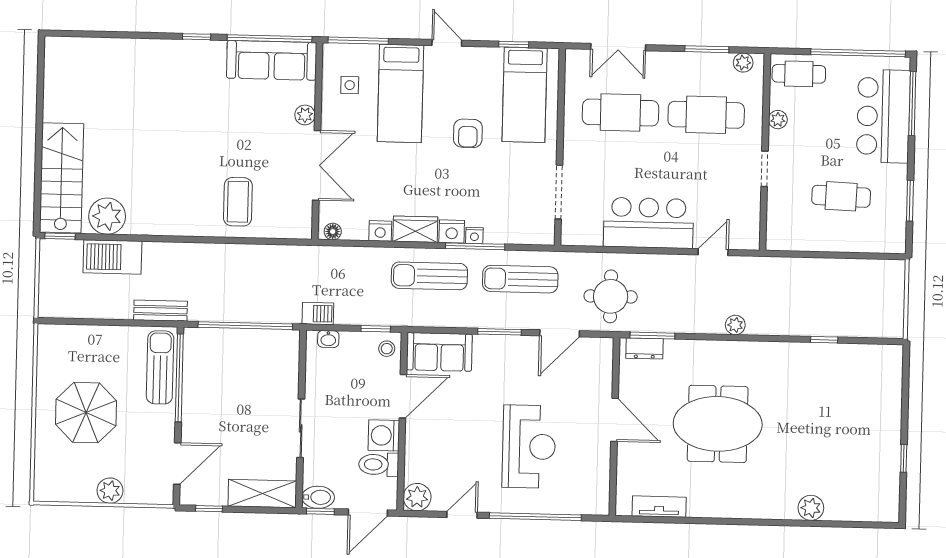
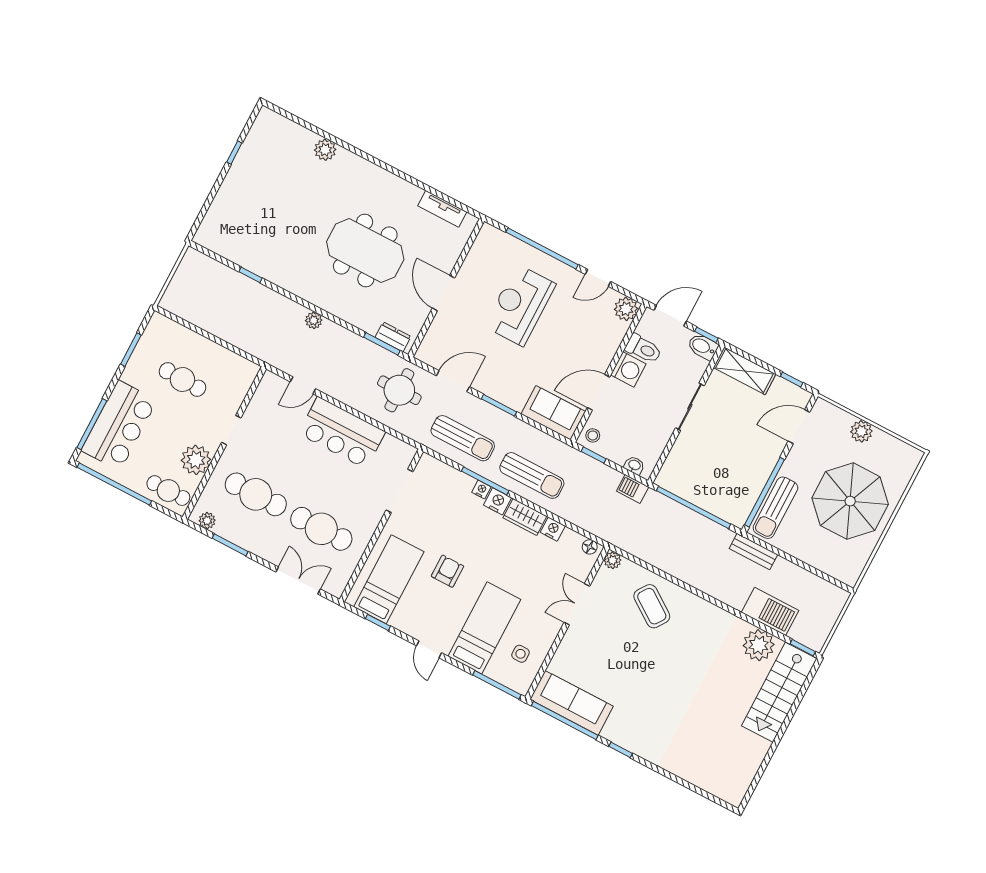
plant: (305, 115) -> (613, 560), moved
plant: (778, 120) -> (196, 460), width x1.88, depth x1.88
double door: (317, 165) -> (577, 604), width x0.73
coffee table: (238, 202) -> (652, 606), turned -55
parasol: (86, 413) -> (850, 501), width x1.36, depth x1.36

